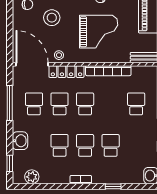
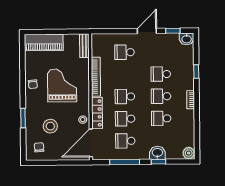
window: (10, 163) -> (158, 162), moved
plant: (32, 177) -> (189, 153), moved

